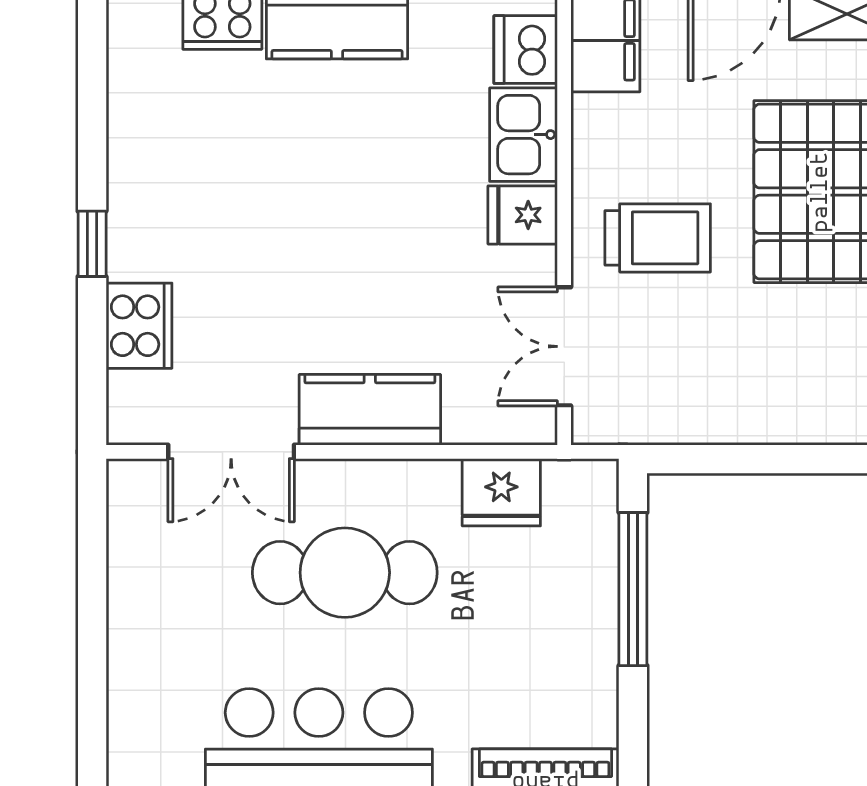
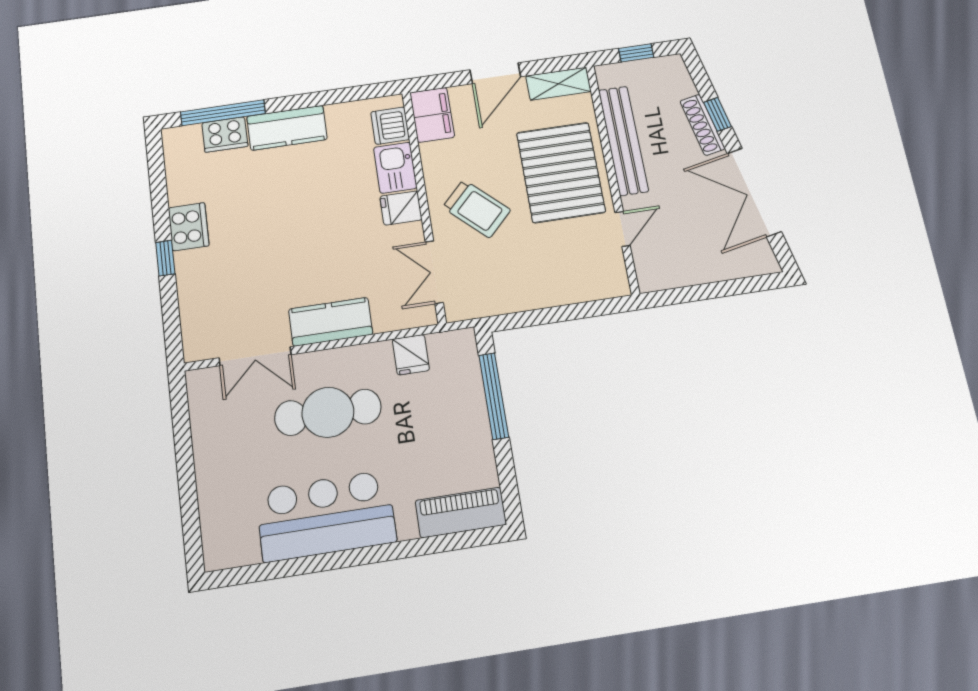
trolley: (658, 238) -> (477, 209), turned 44
cooker: (139, 326) -> (189, 227), moved
fridge: (501, 492) -> (411, 355), width x0.72

